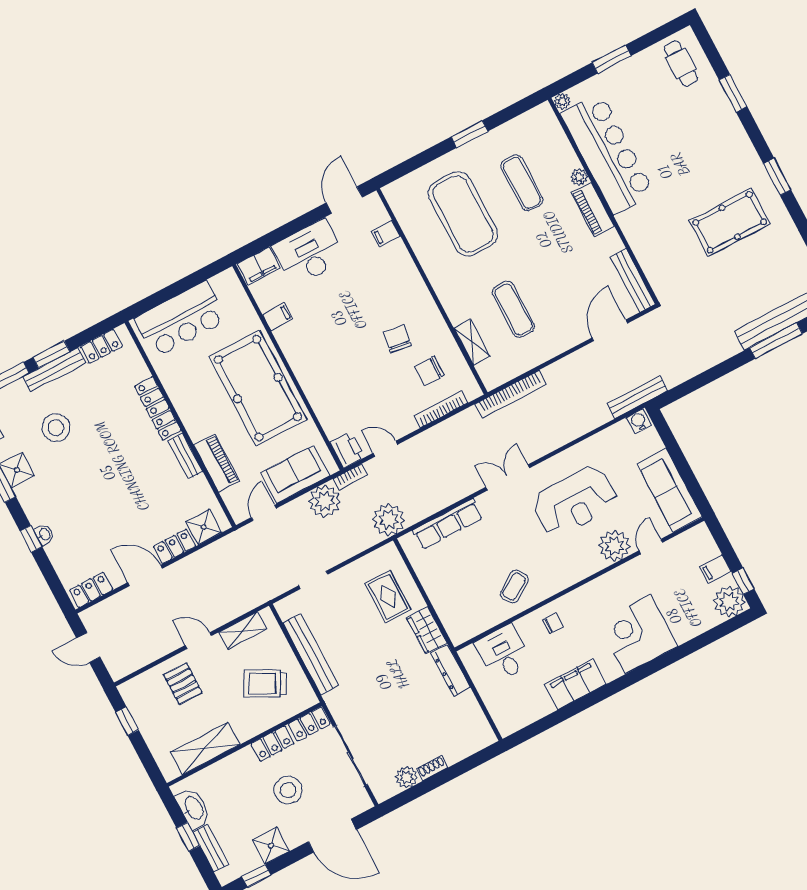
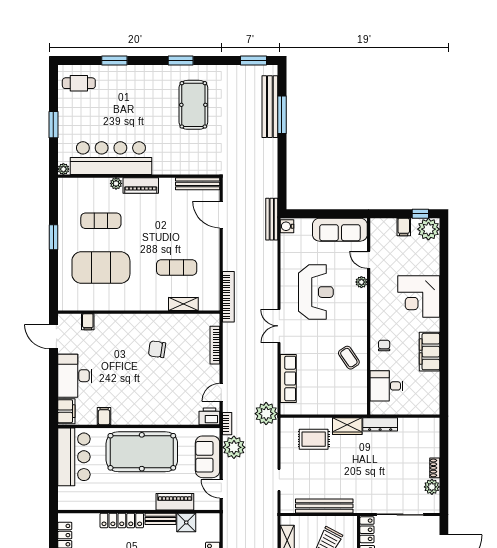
bar counter: (181, 319) -> (74, 457), moved
chair: (429, 371) -> (187, 340), removed
shower: (204, 527) -> (186, 522), moved
plant: (614, 546) -> (361, 282), width x0.53, depth x0.53

